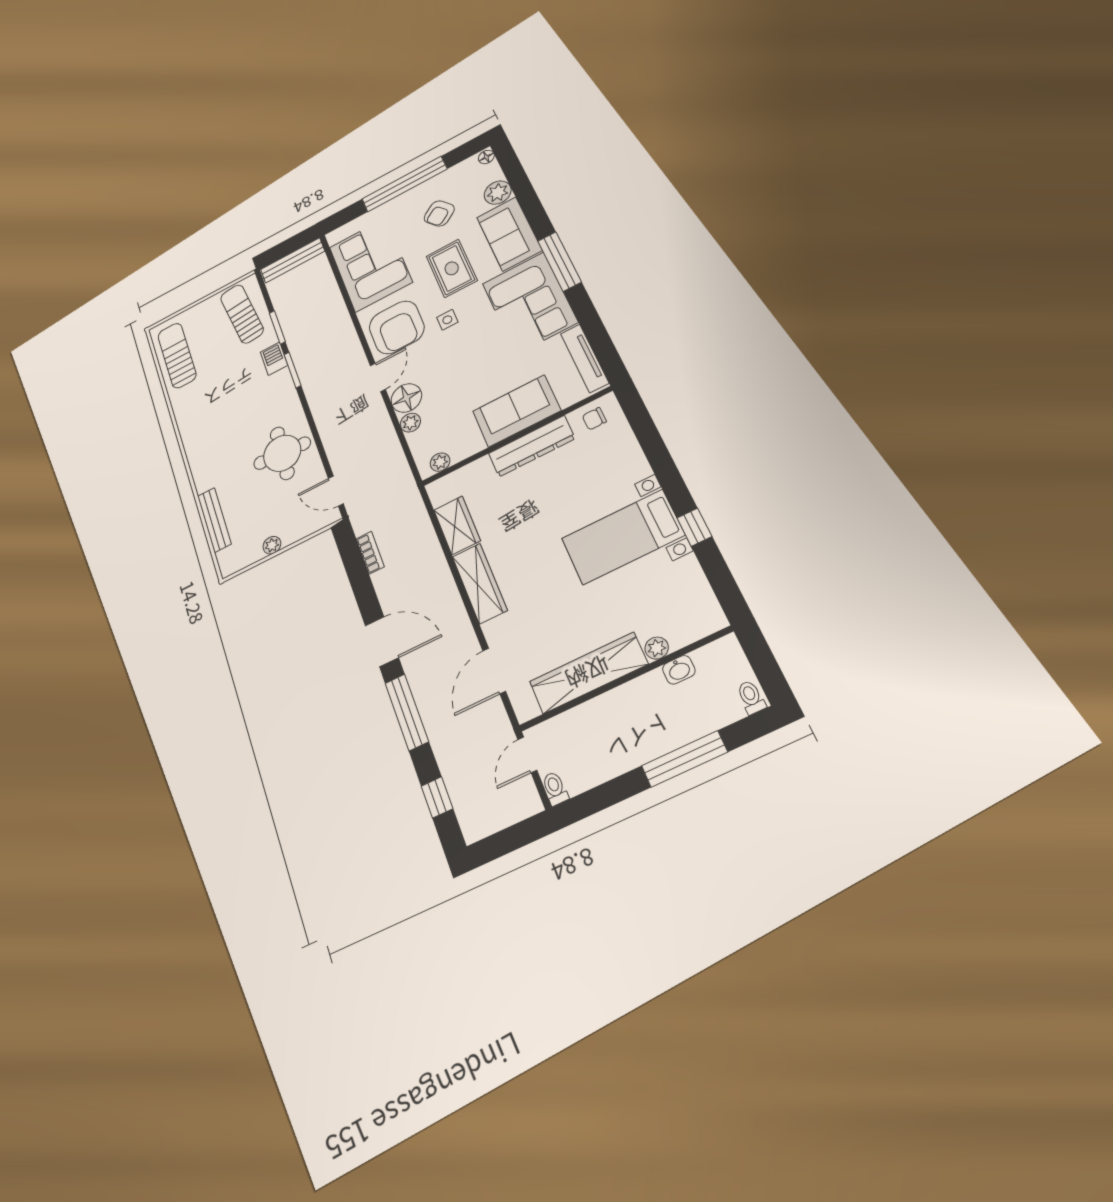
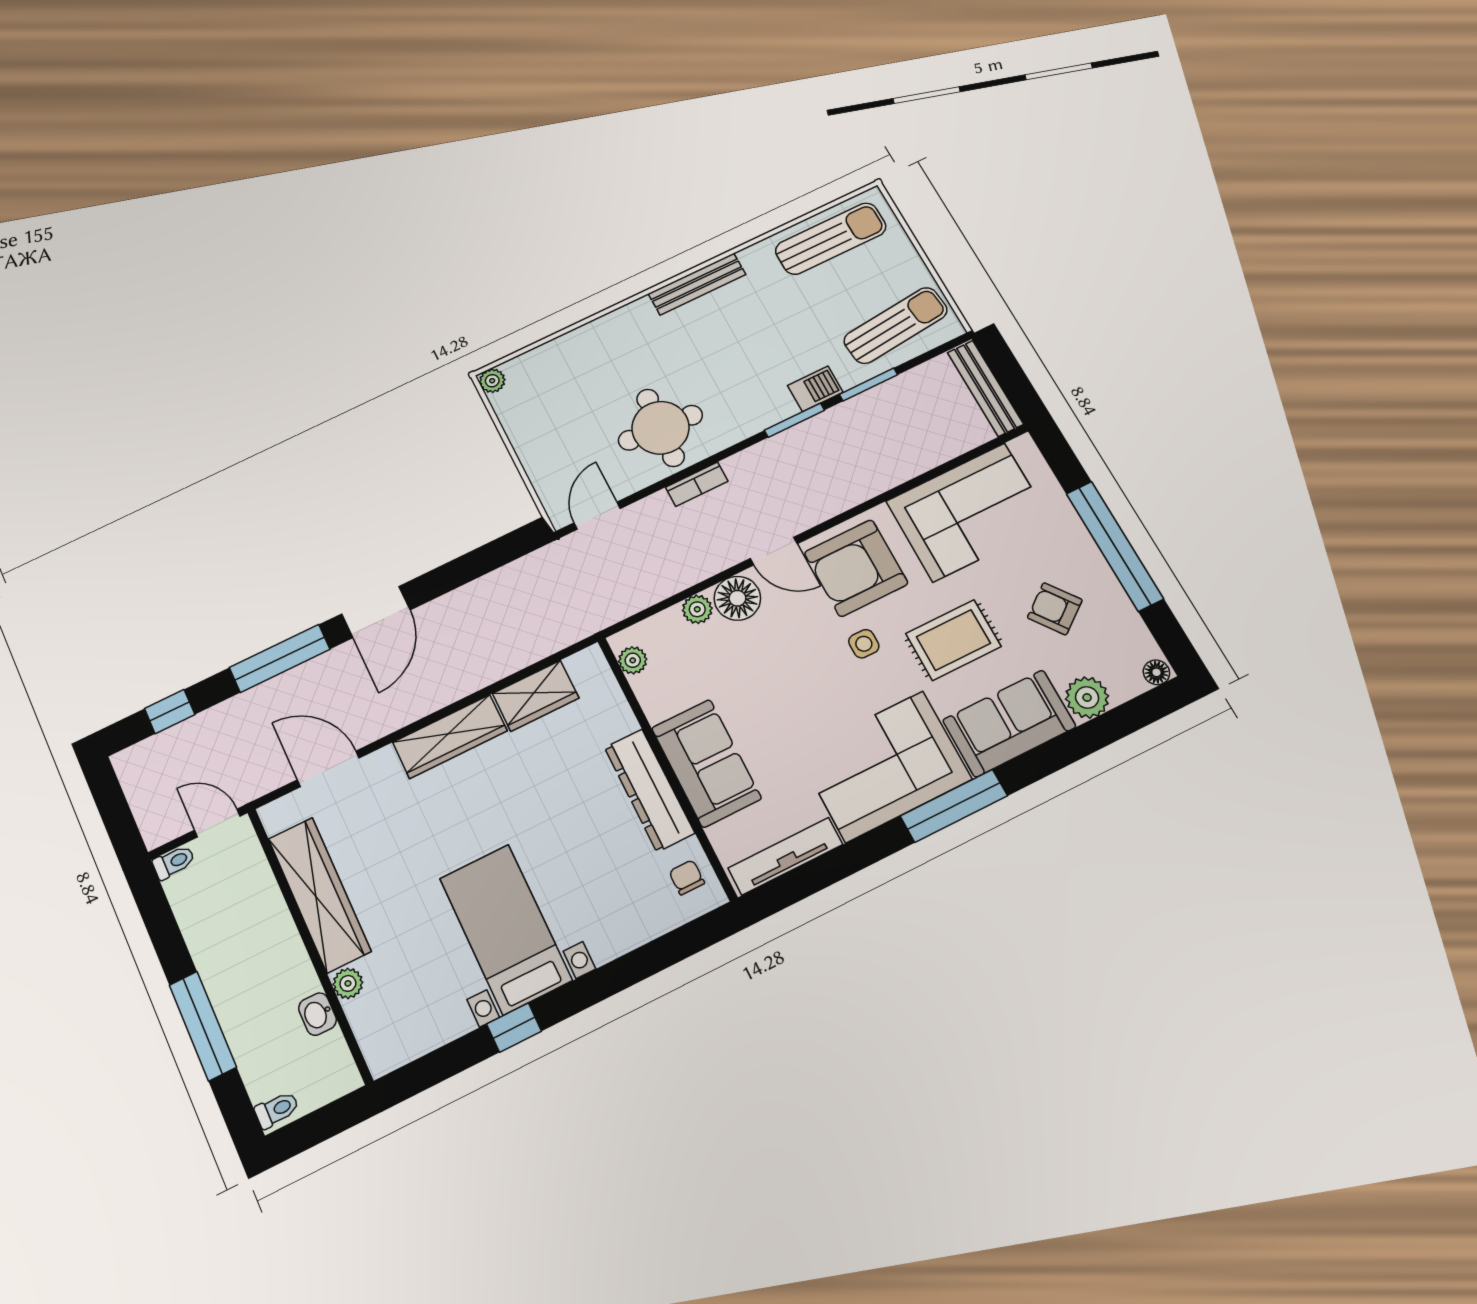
bench: (214, 520) -> (697, 284), moved
plant: (272, 545) -> (492, 381), moved
bookcase: (370, 553) -> (697, 484), moved

